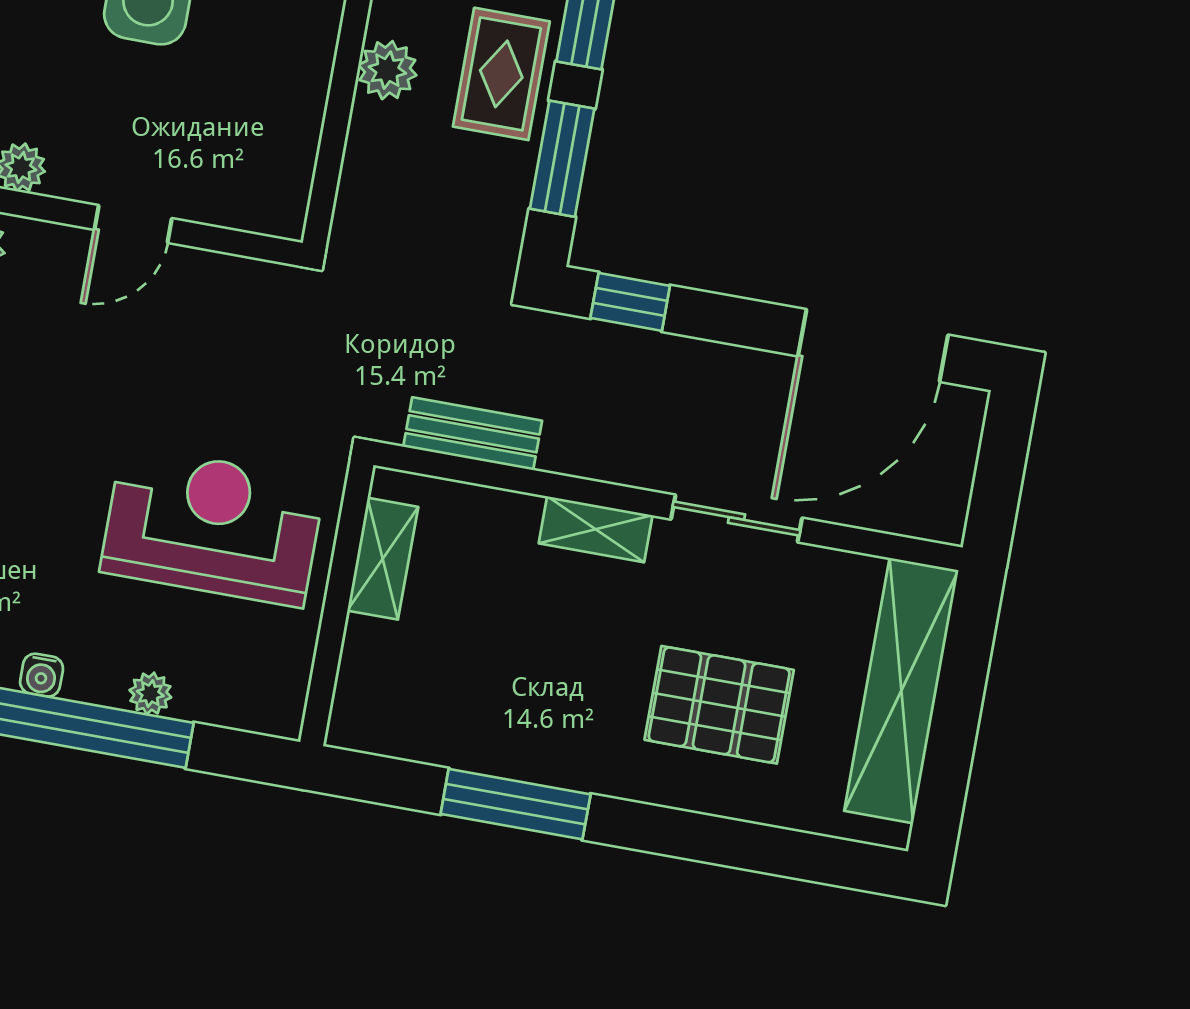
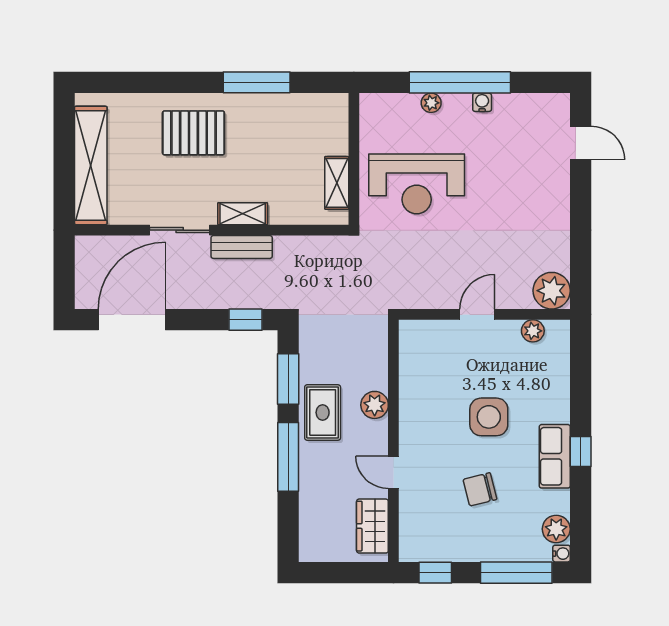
bench: (473, 434) -> (242, 247), moved
pallet: (719, 705) -> (193, 133), moved

